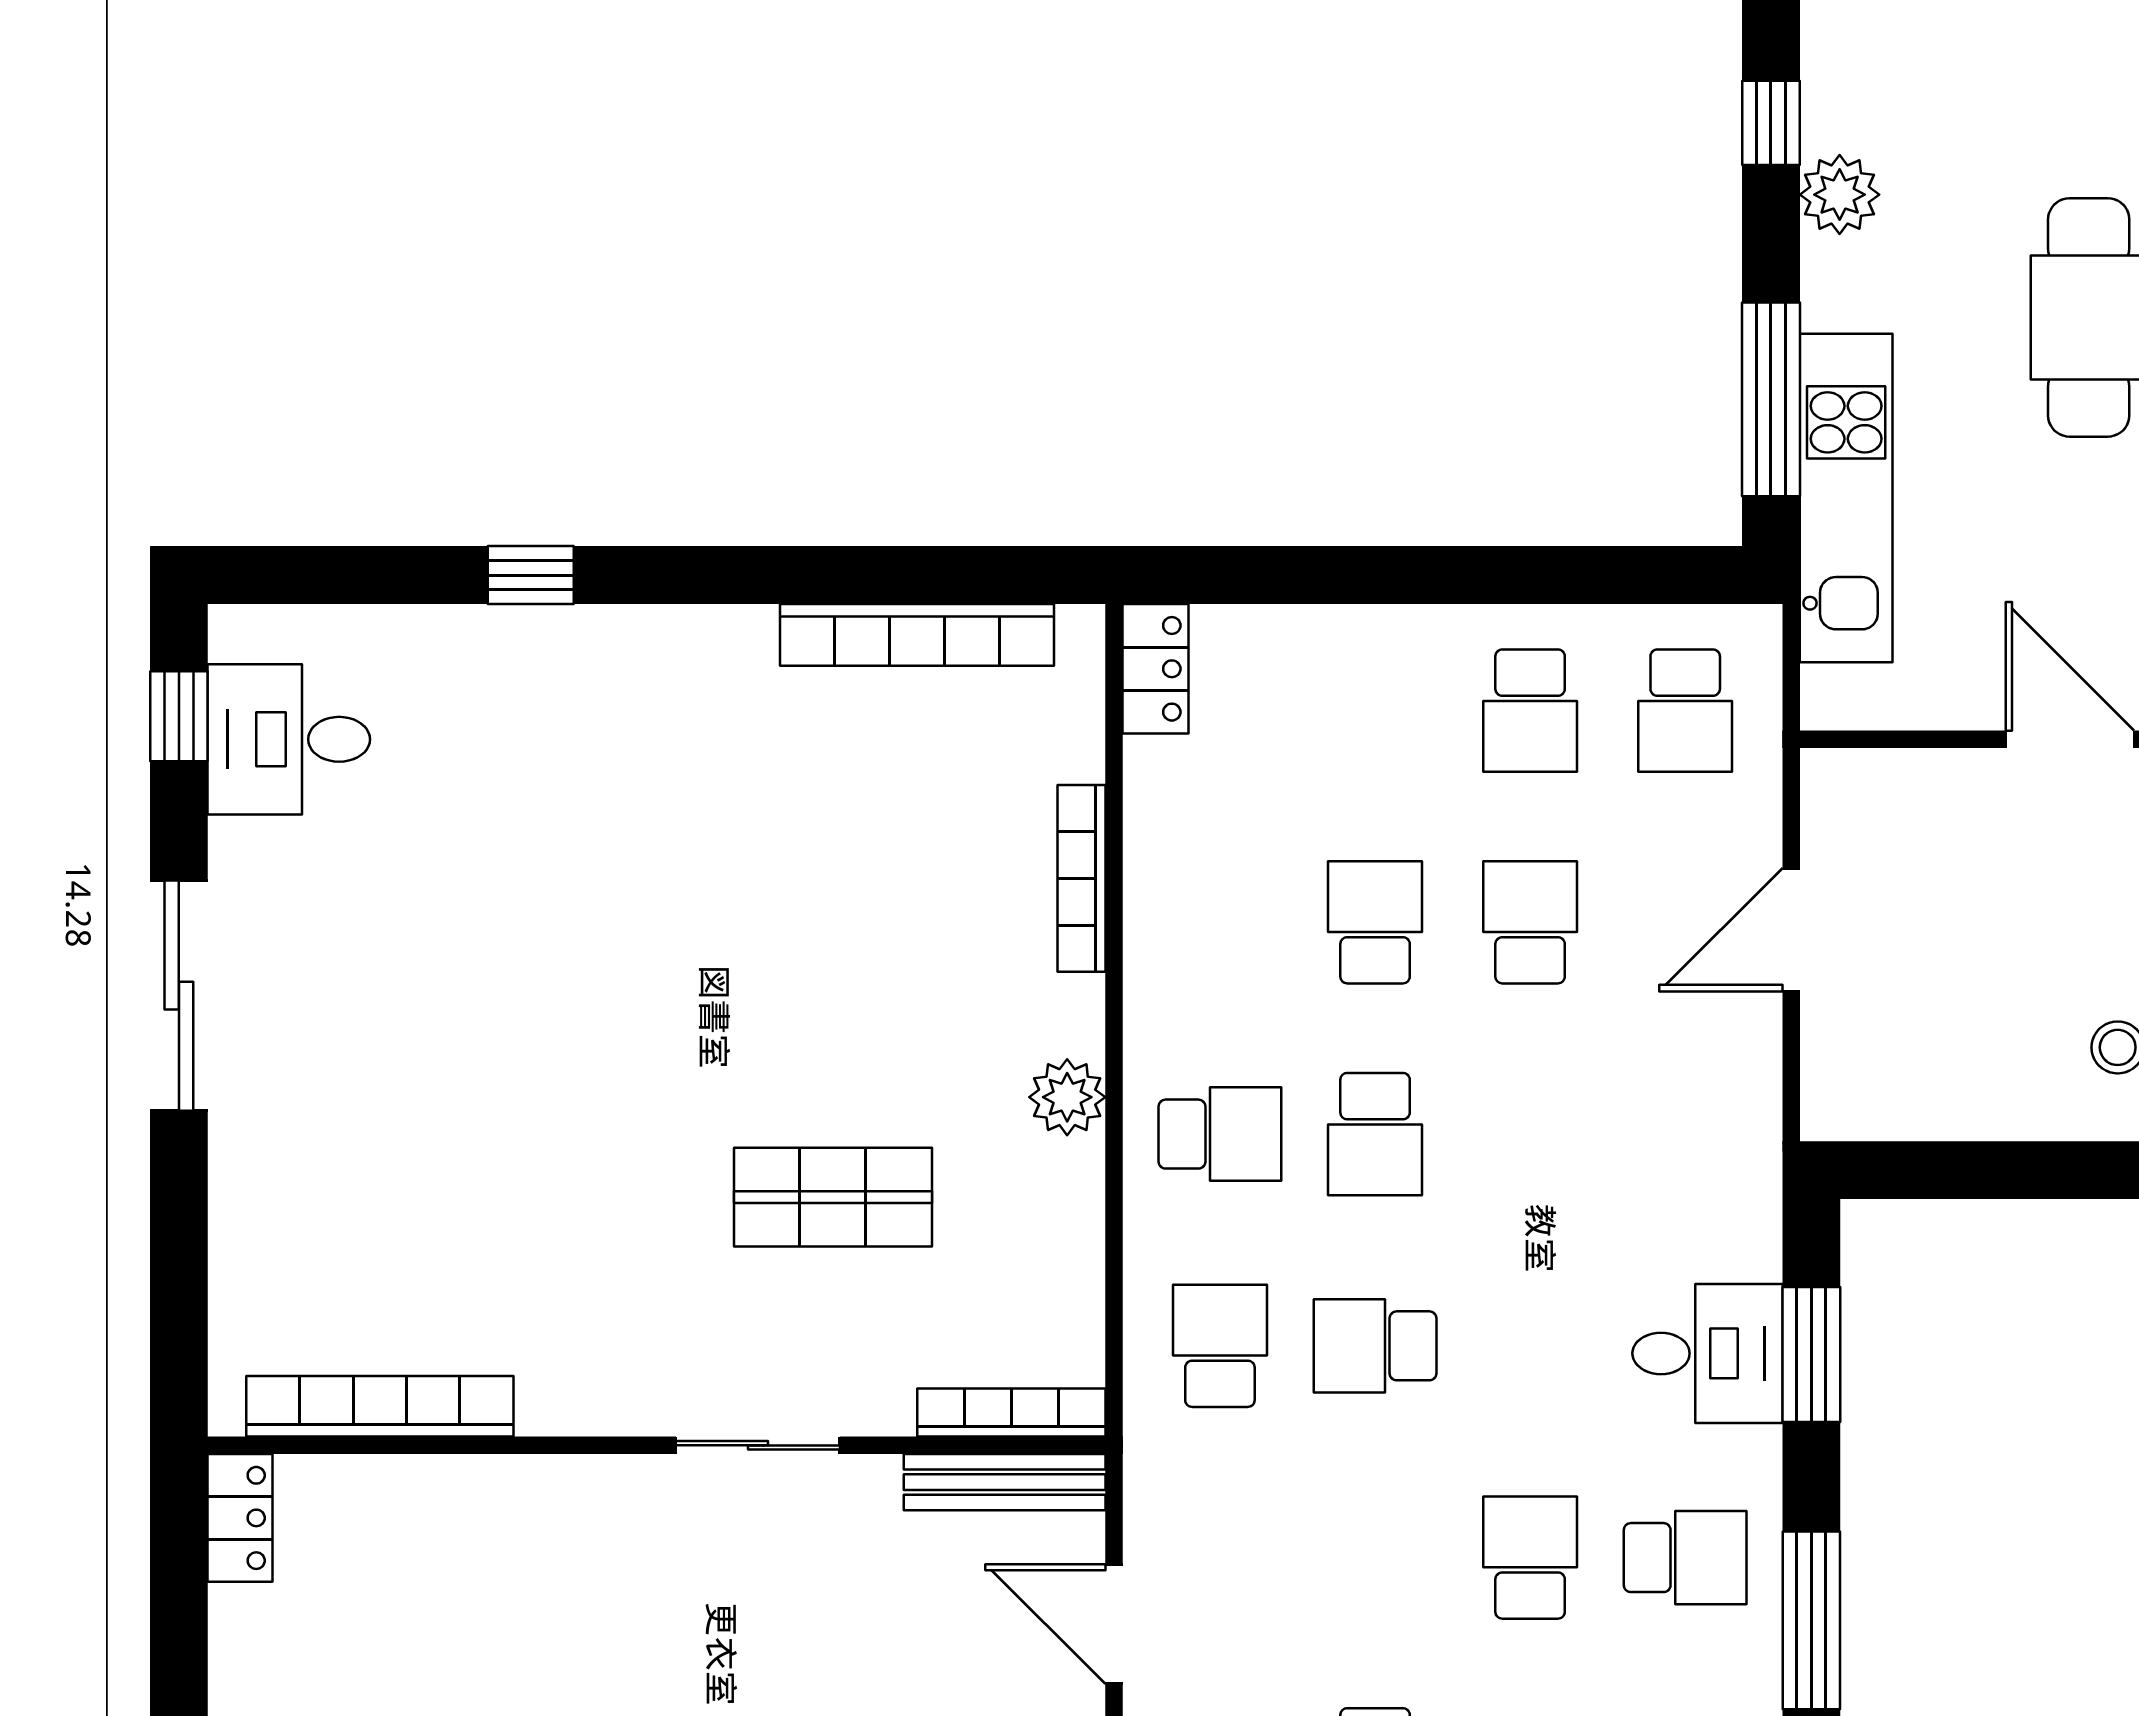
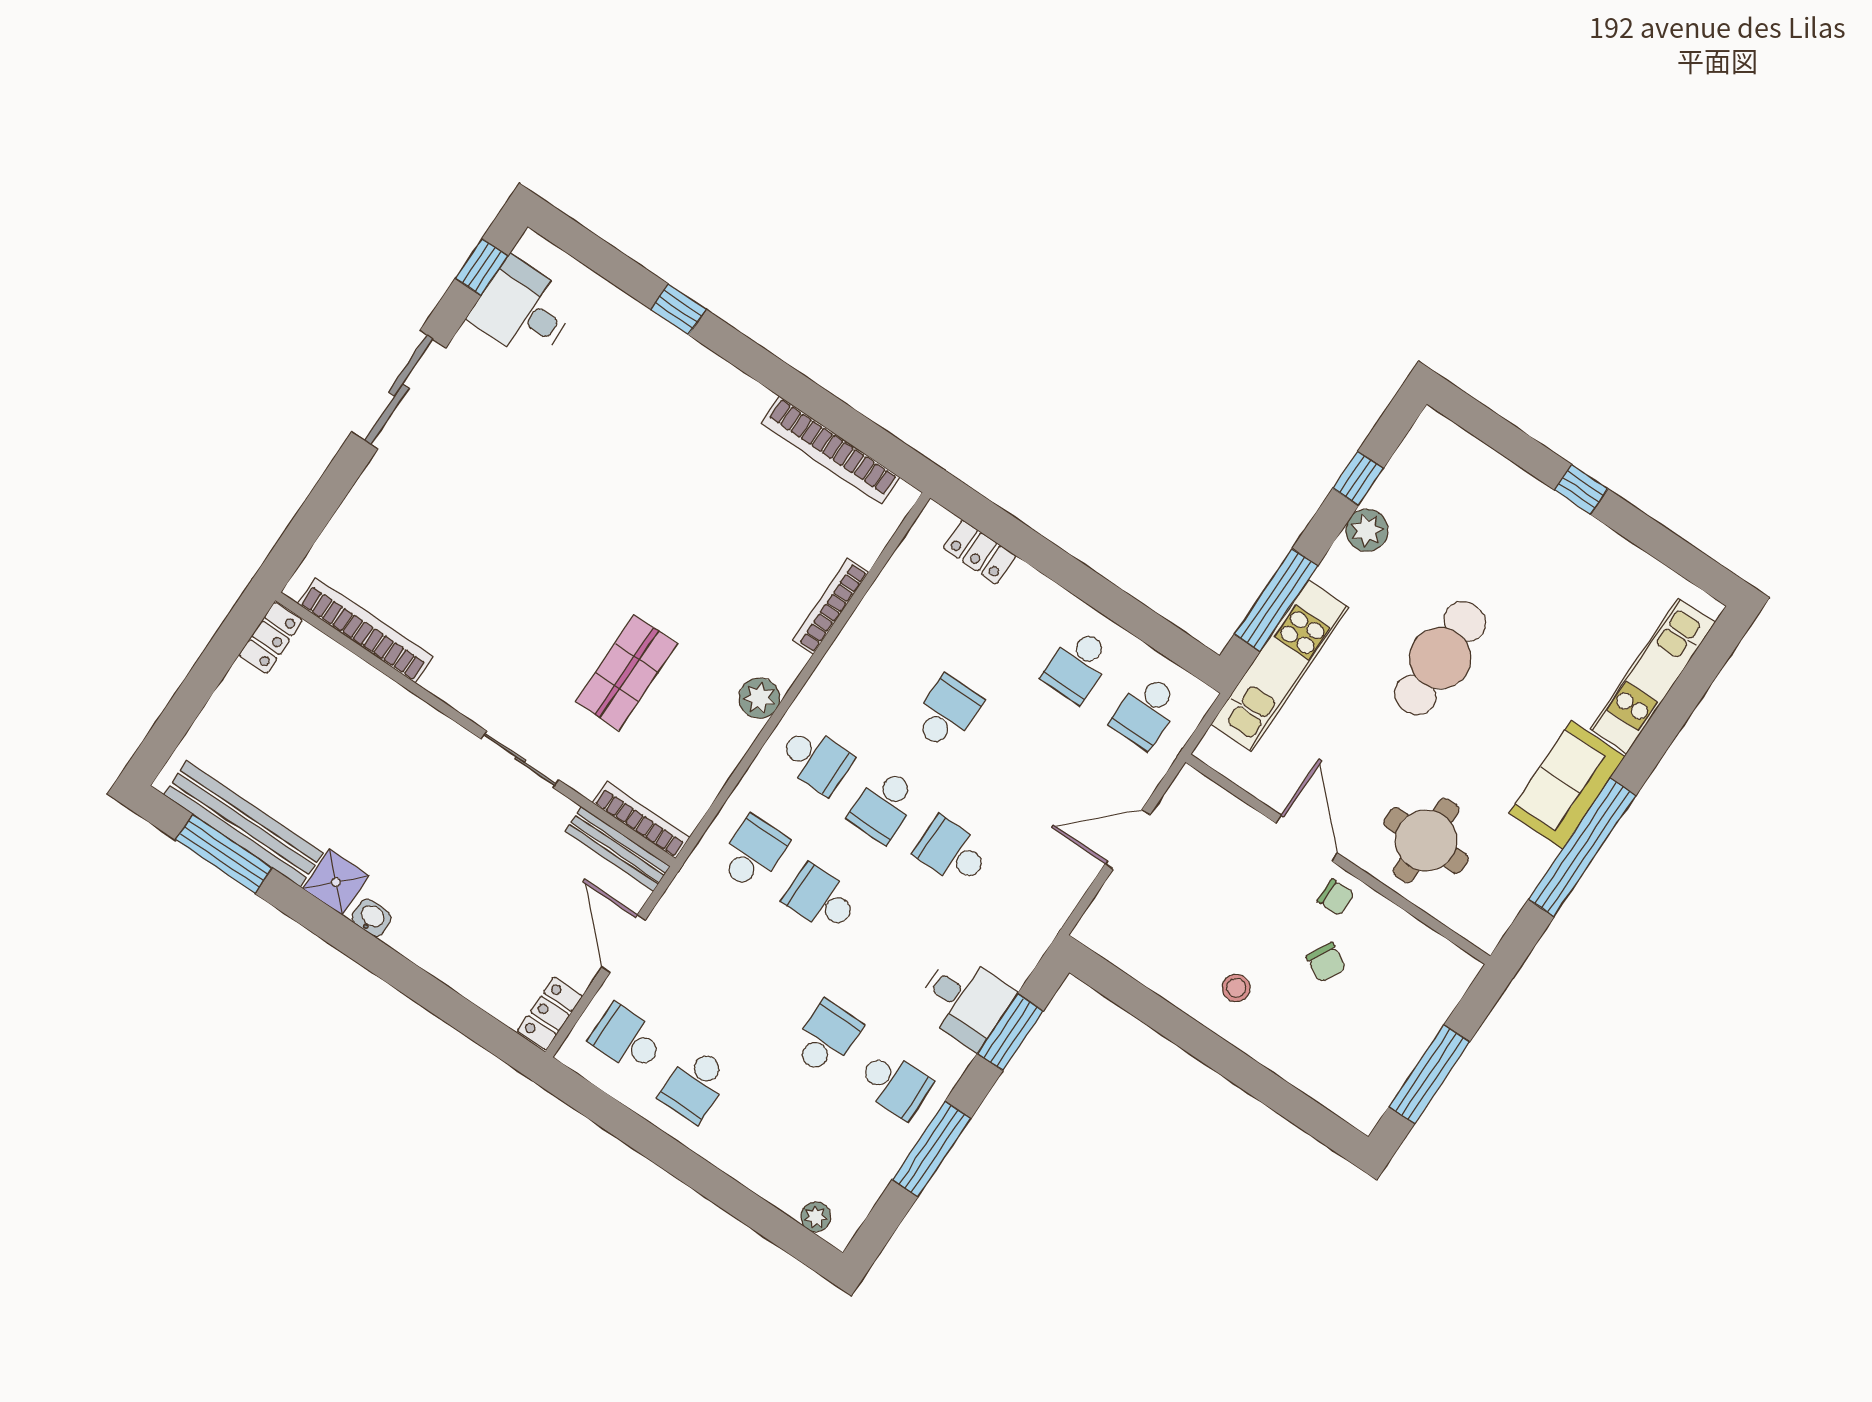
locker: (1155, 669) -> (979, 552), moved, turned 90
school desk: (1530, 922) -> (952, 852), moved, turned -90
shop shelf: (833, 1197) -> (627, 673), turned 90

